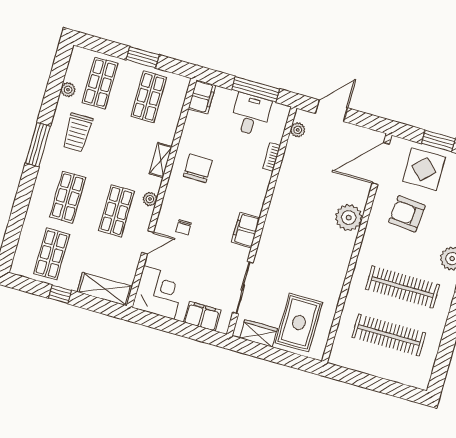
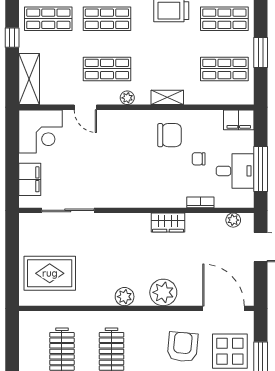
chair: (184, 227) -> (199, 159), moved
filing cabinet: (246, 230) -> (124, 197), removed
plant: (342, 256) -> (125, 297), added
wardrobe: (259, 333) -> (168, 223), moved, turned 90

